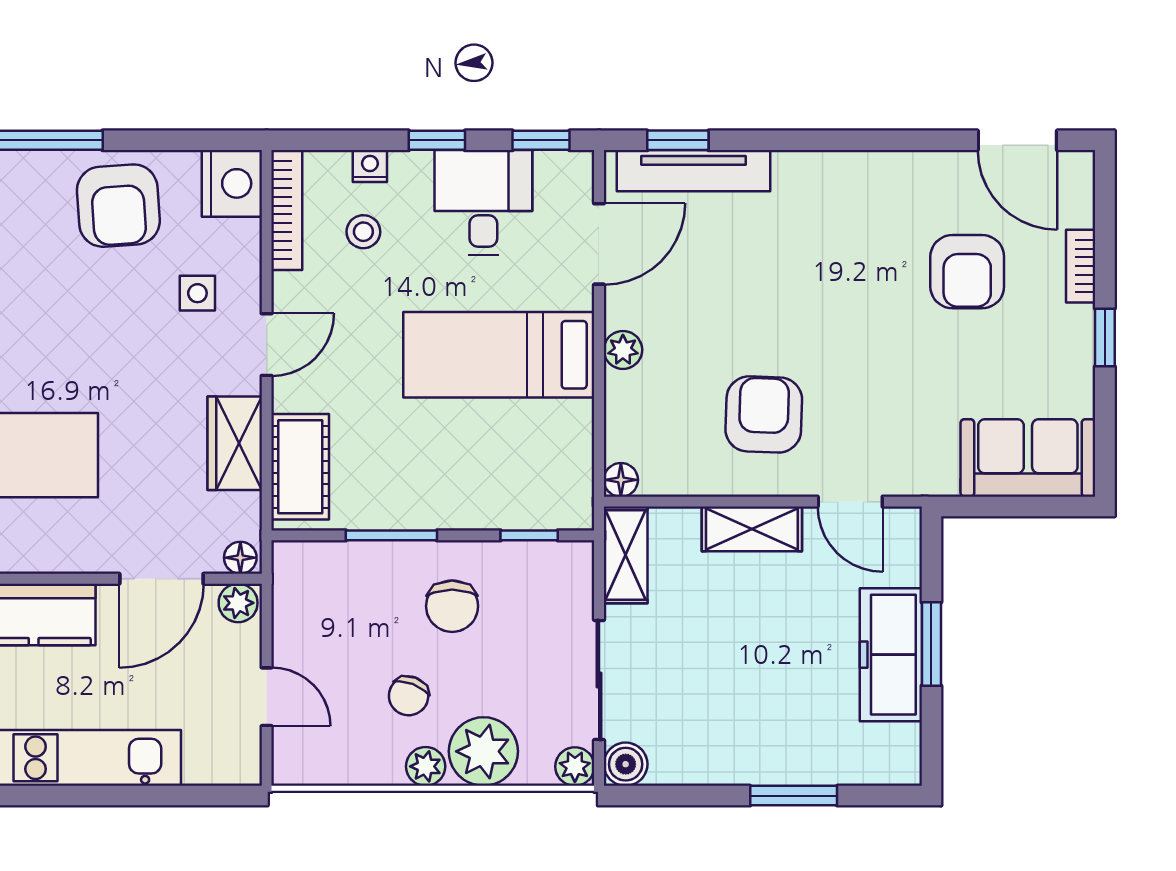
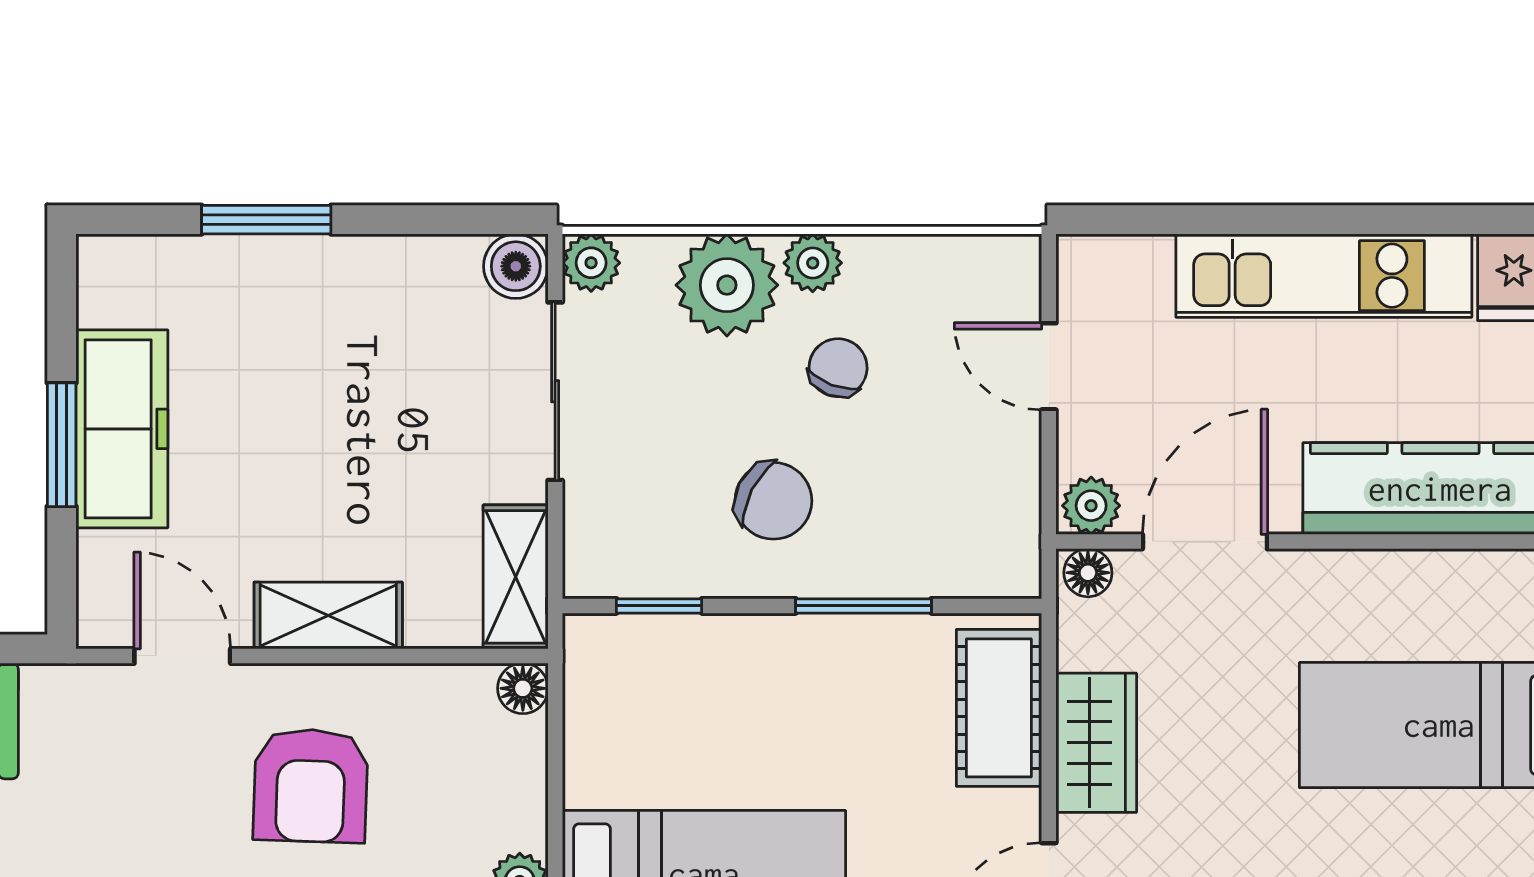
chair: (452, 606) -> (773, 501), turned 117

